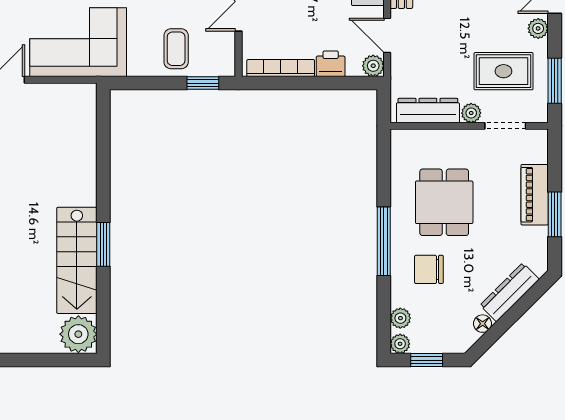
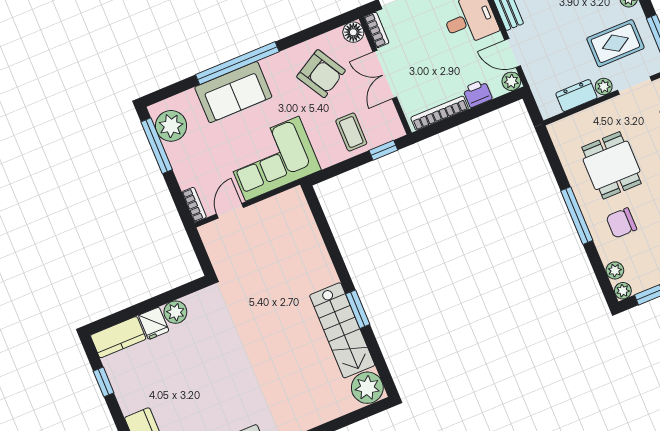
dresser: (428, 111) -> (576, 96), width x0.70

